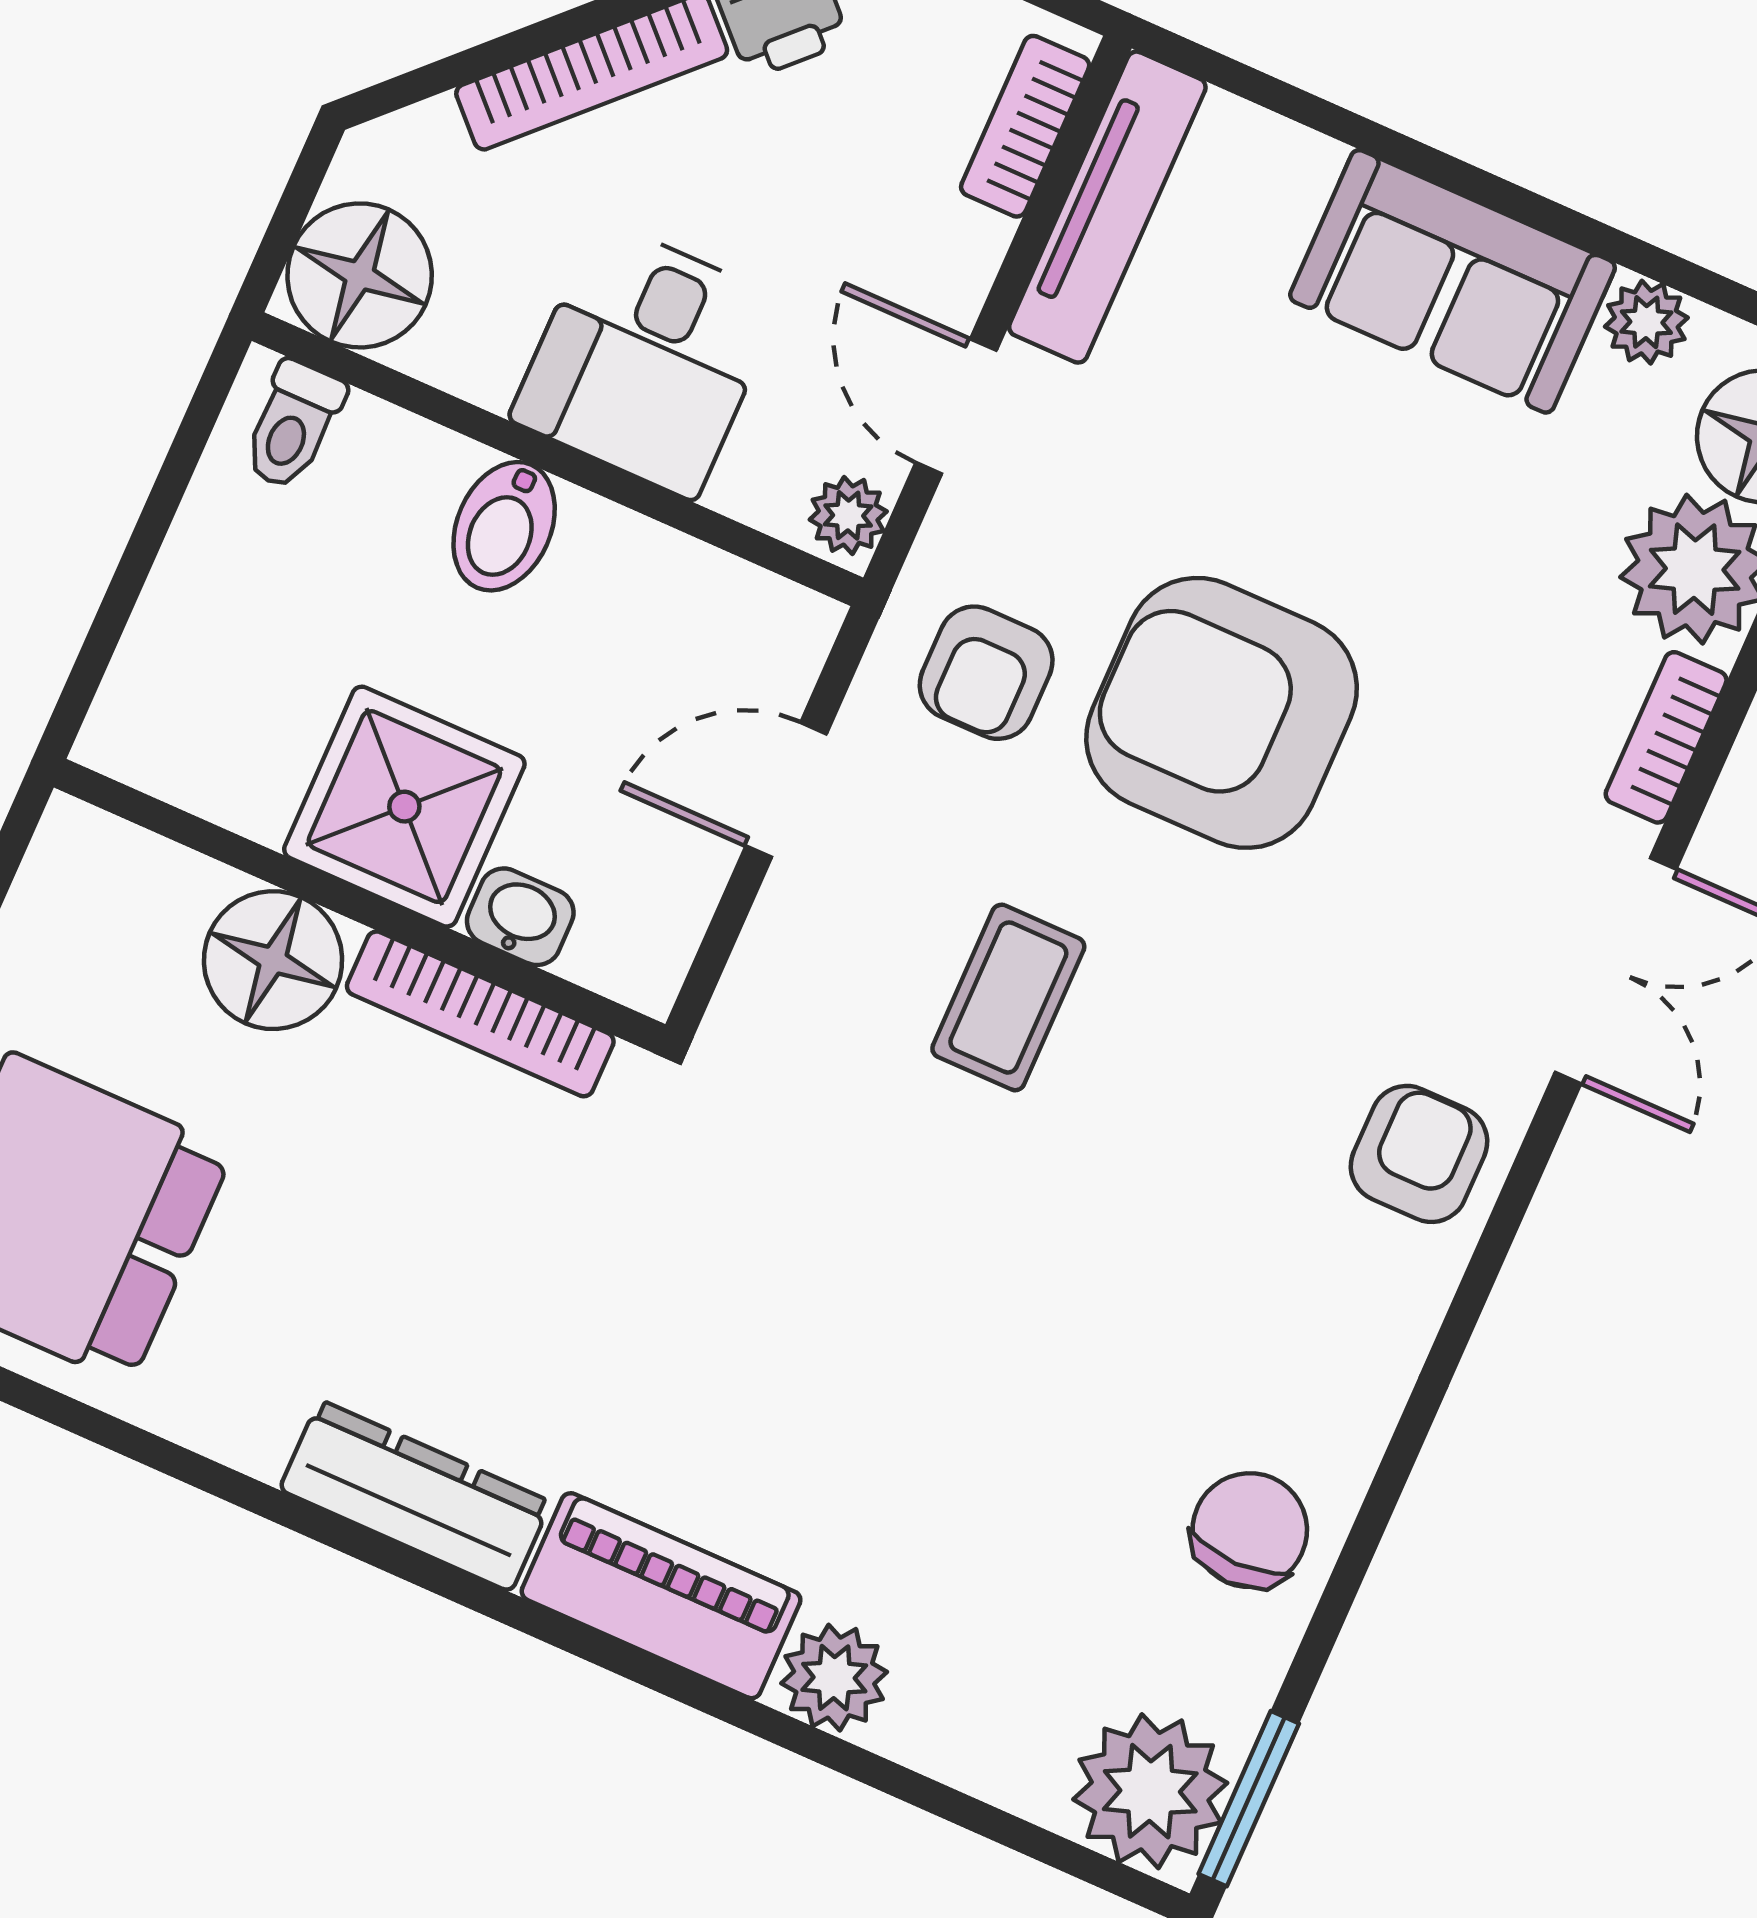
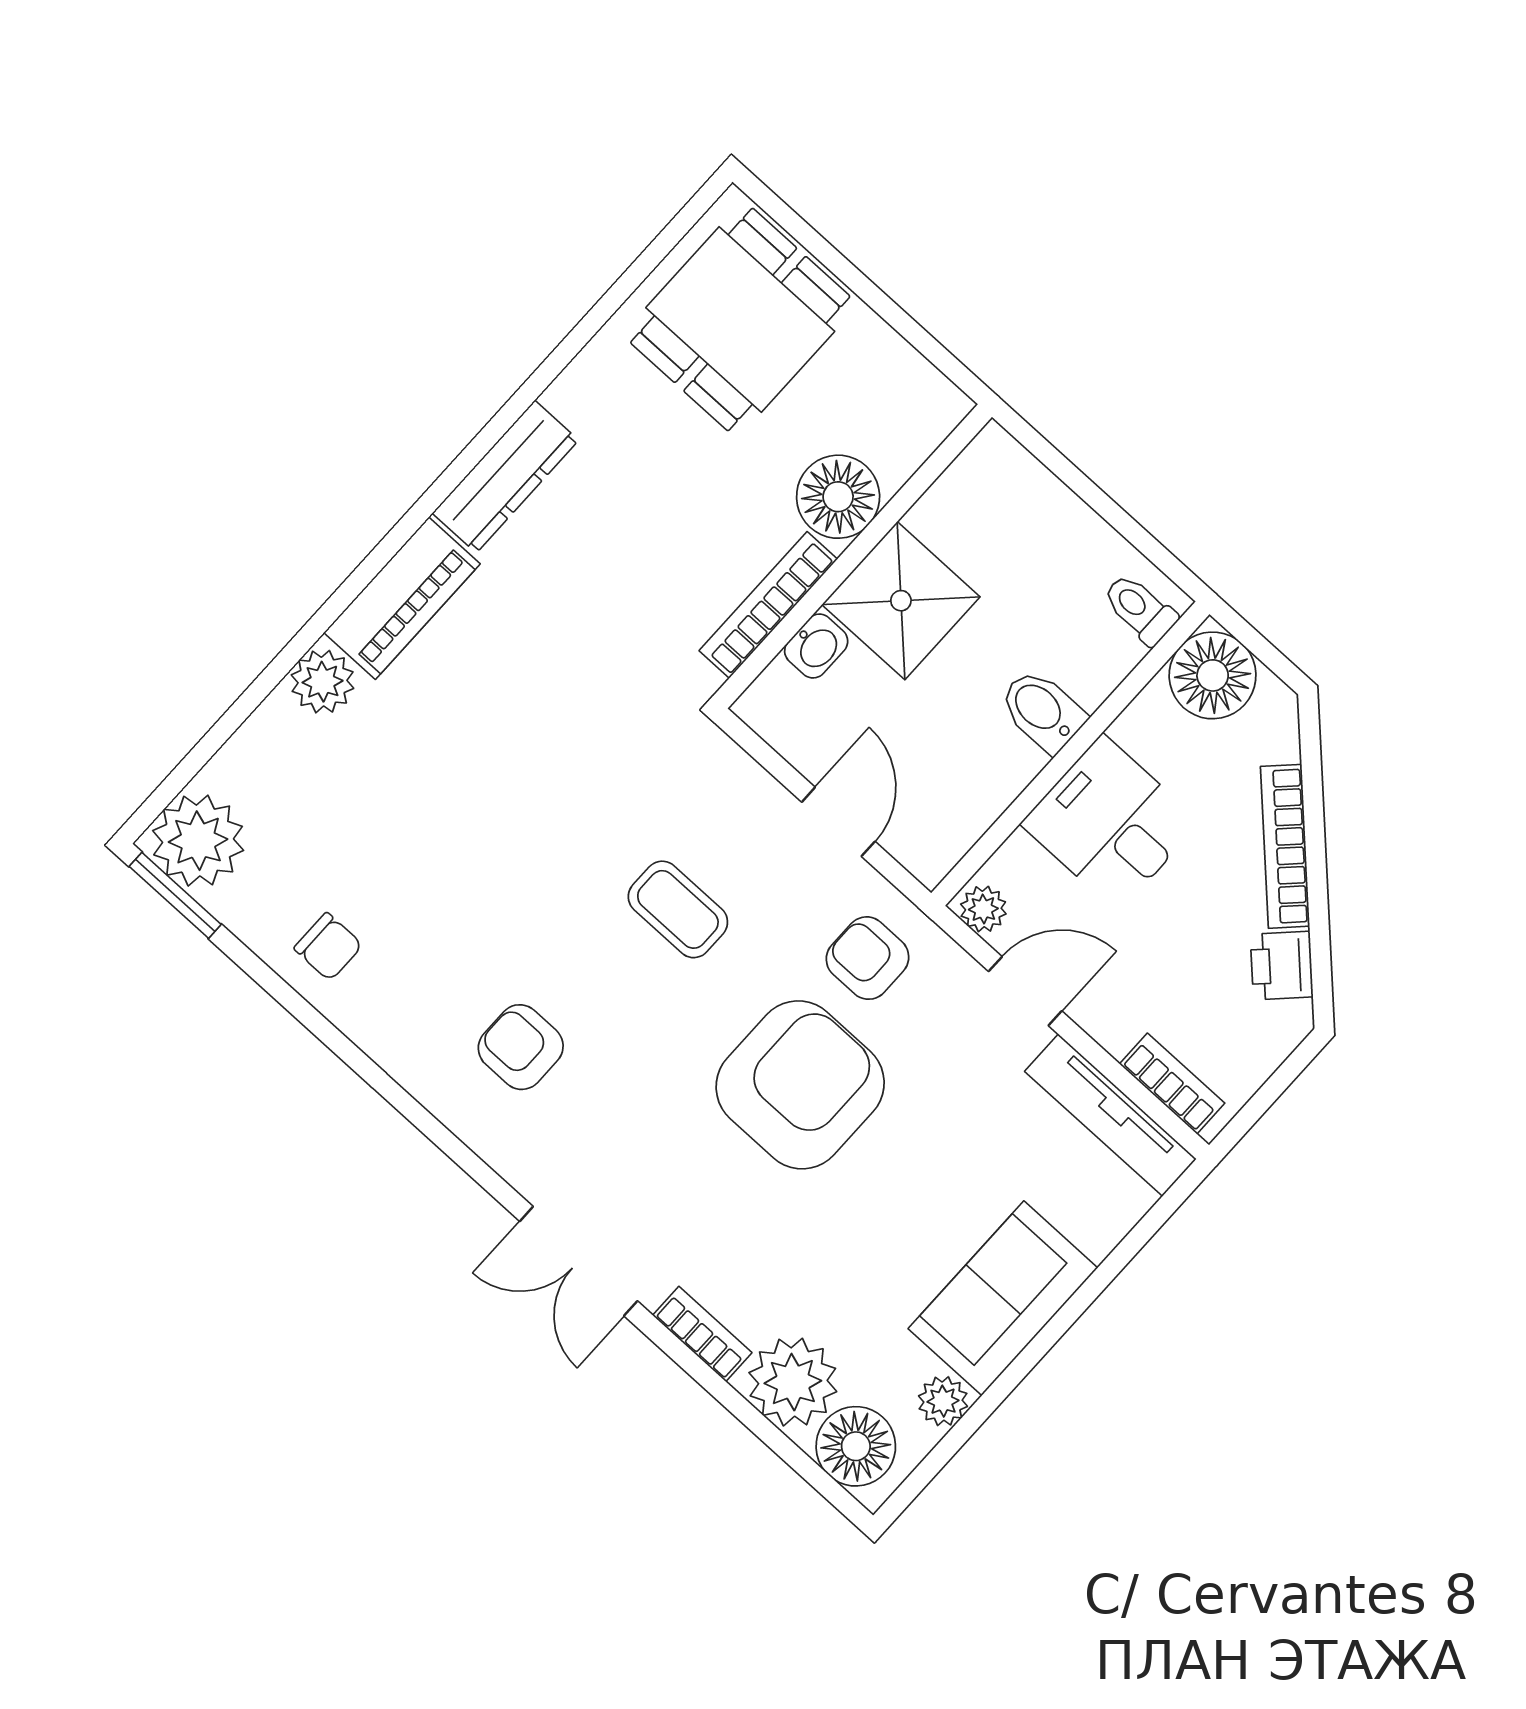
armchair: (1419, 1154) -> (521, 1047), moved, turned 180
chair: (1250, 1530) -> (328, 947), width x0.73, depth x0.73

